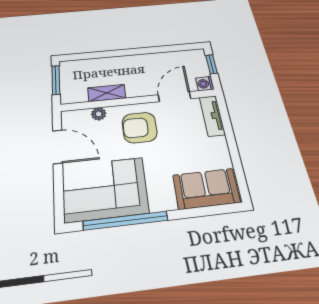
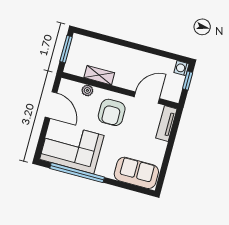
washing machine: (205, 84) -> (181, 68), moved
armchair: (140, 127) -> (112, 112), turned -90

